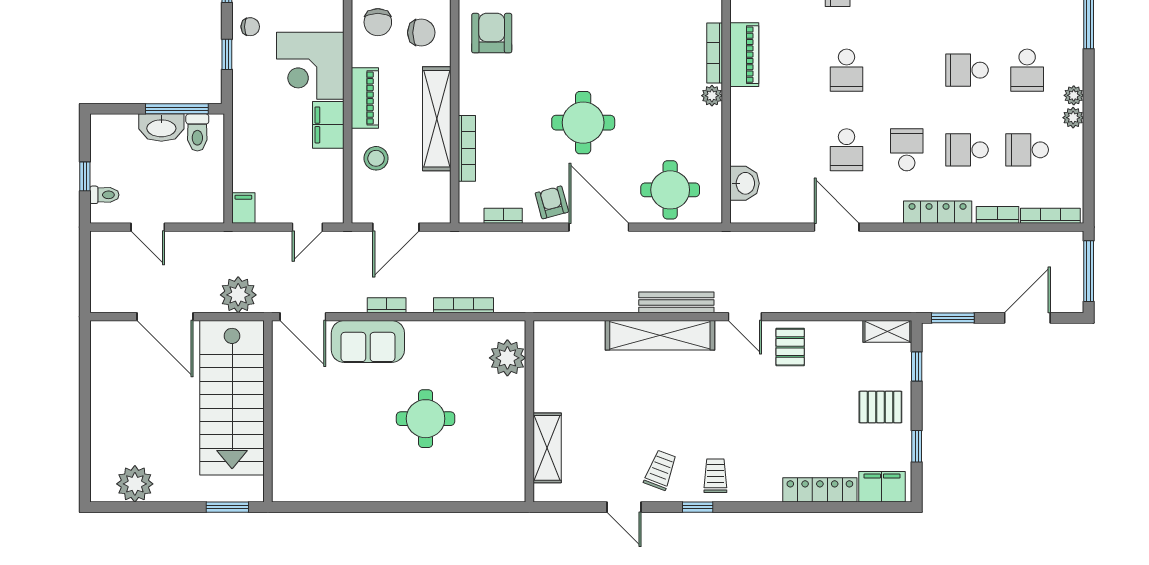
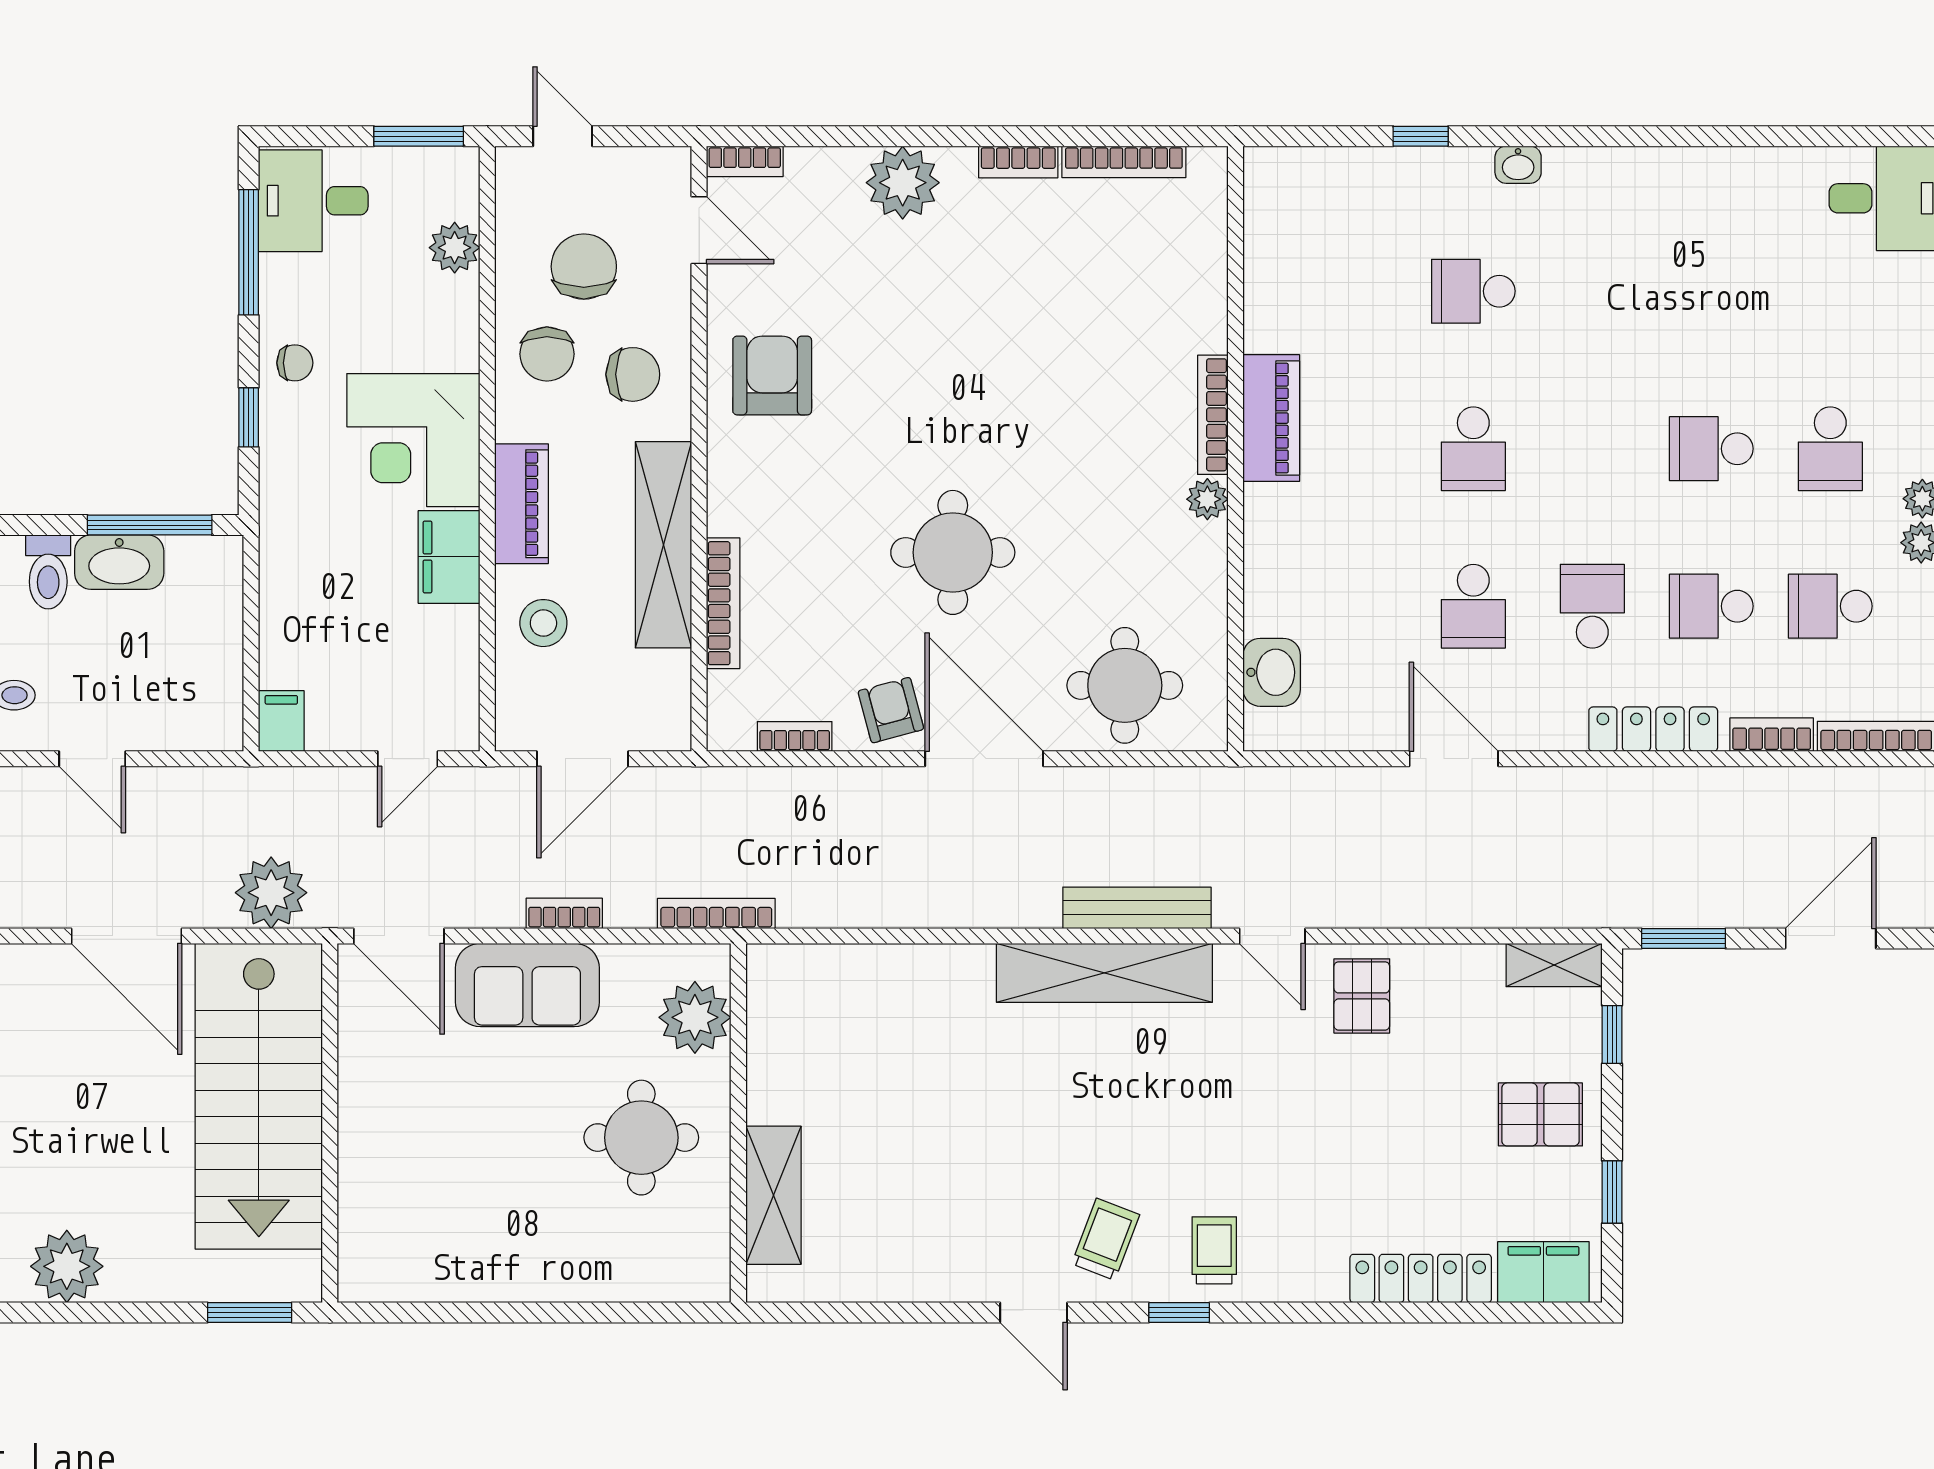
toilet: (197, 132) -> (48, 572), moved
plant: (507, 358) -> (695, 1017), moved
wall: (529, 411) -> (738, 1123), moved
shelving: (547, 448) -> (773, 1195), moved

